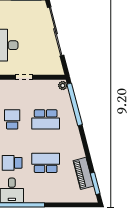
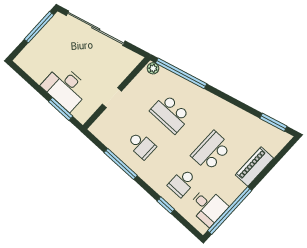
school desk: (12, 119) -> (141, 145), turned 180
school desk: (46, 119) -> (170, 114), turned 90
piano: (83, 173) -> (254, 166), moved, turned 105

